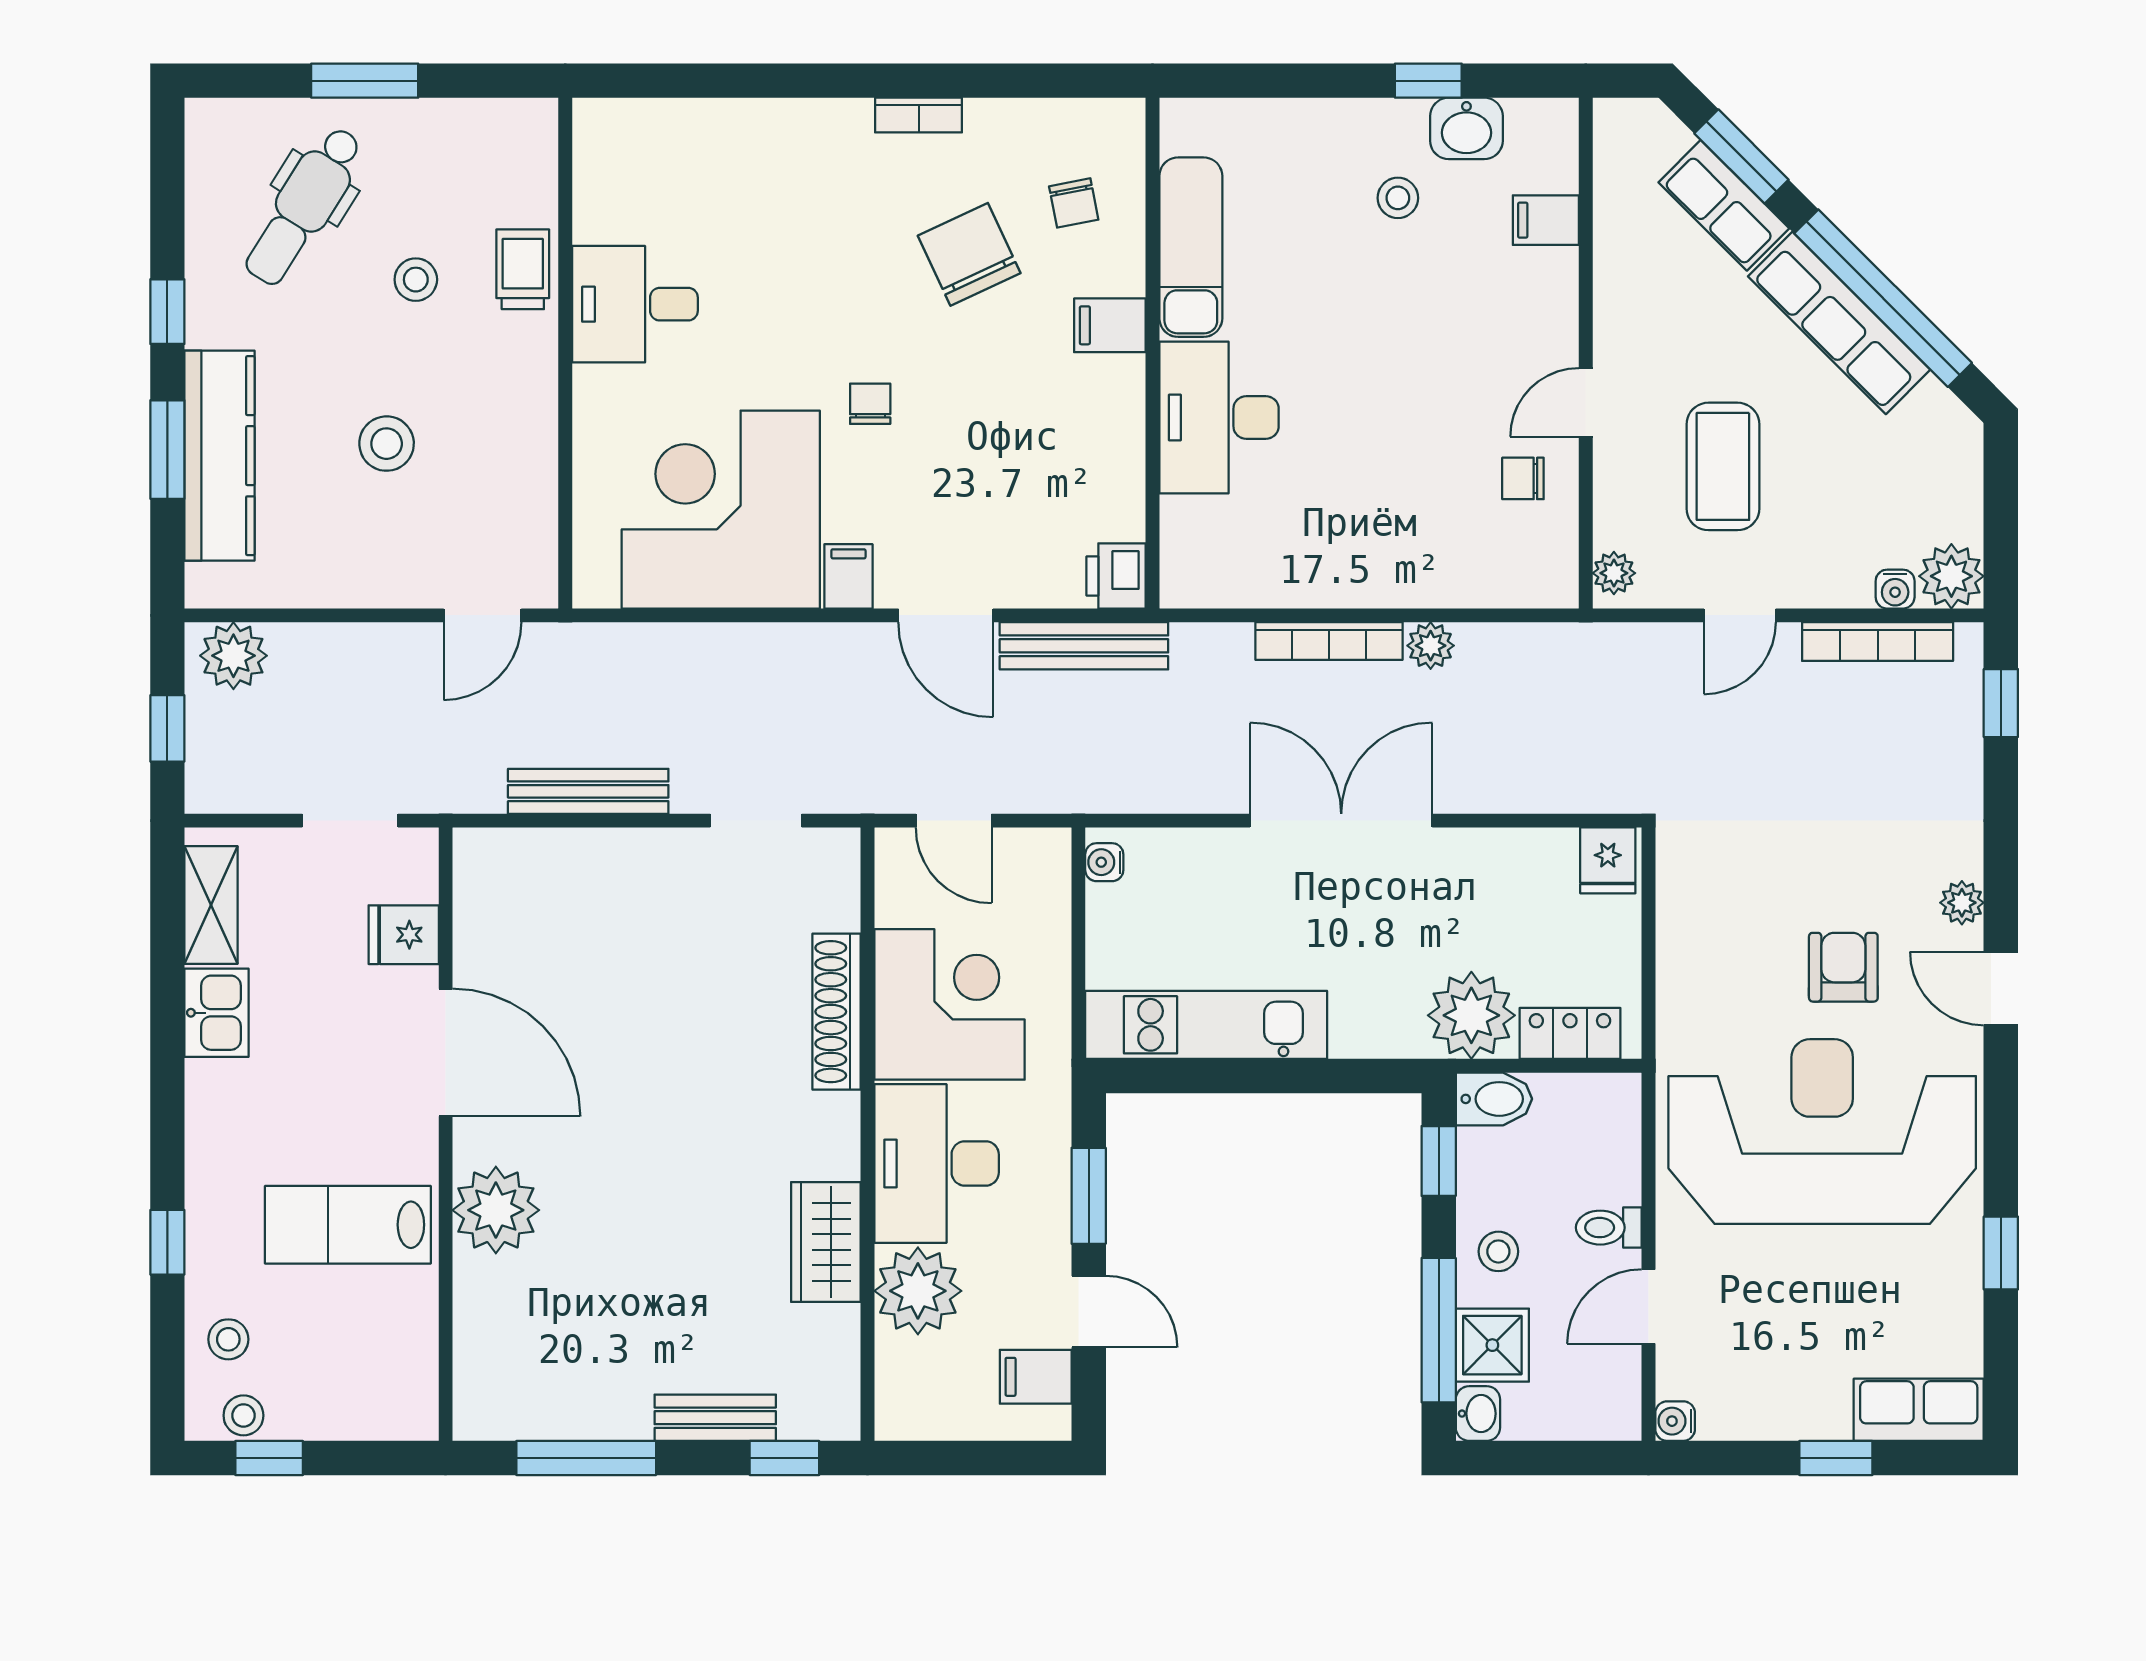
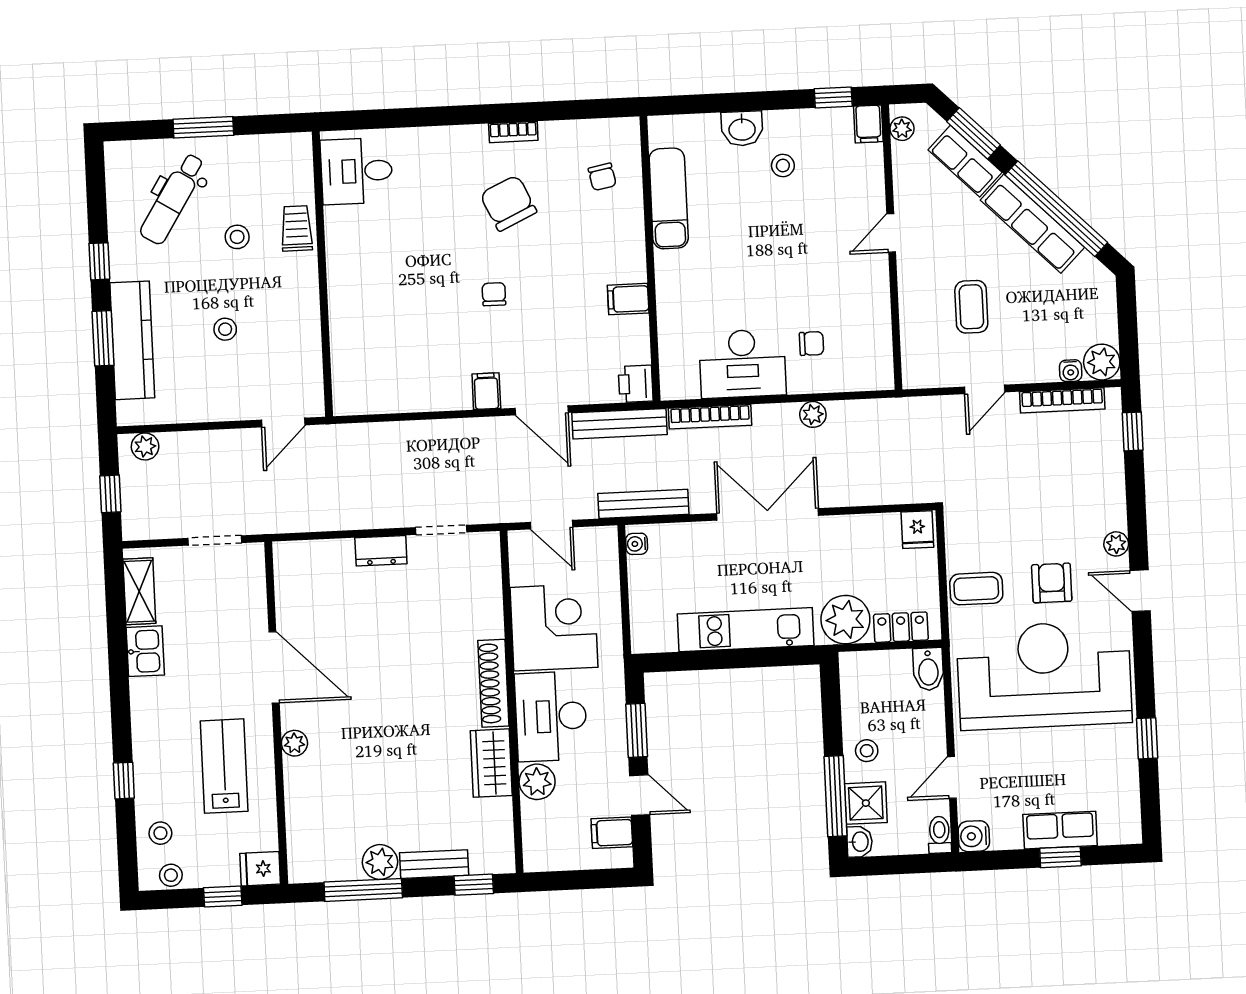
window: (1428, 81) -> (833, 98), moved
washbasin: (1466, 128) -> (742, 129), moved
filing cabinet: (1546, 220) -> (868, 124), moved, turned -90
chair: (969, 254) -> (508, 203), moved
desk: (635, 304) -> (357, 171), moved
filing cabinet: (1110, 325) -> (628, 299), moved
door: (1586, 402) -> (891, 233), moved
desk: (1219, 417) -> (743, 364), moved, turned -90
stool: (387, 444) -> (225, 329), width x0.73, depth x0.73
coffee table: (1723, 466) -> (971, 307), width x0.73, depth x0.77
chair: (1523, 478) -> (812, 343), moved, turned 180
corner desk: (721, 510) -> (413, 357), removed
plant: (1614, 573) -> (902, 129), moved
bookcase: (1329, 641) -> (710, 417), moved
plant: (233, 656) -> (145, 446), width x0.73, depth x0.73
bench: (588, 791) -> (643, 504), moved
dresser: (647, 853) -> (381, 551), added
fridge: (404, 935) -> (260, 869), moved
coffee table: (1708, 971) -> (976, 589), added
shoe rack: (837, 1012) -> (493, 683), moved
kitchen unit: (1206, 1025) -> (746, 630), moved
bidet: (1494, 1099) -> (928, 669), moved, turned 90
window: (1439, 1161) -> (831, 702), removed
plant: (496, 1210) -> (294, 743), width x0.53, depth x0.53
lab bench: (348, 1225) -> (224, 766), turned 90
toilet: (1609, 1228) -> (939, 835), moved, turned 90
plant: (918, 1291) -> (537, 782), width x0.73, depth x0.73
plant: (619, 1409) -> (380, 862), added
row of seats: (1919, 1410) -> (1060, 830), moved
water cooler: (1675, 1421) -> (974, 836), width x1.38, depth x1.38
window: (269, 1458) -> (223, 897), moved

